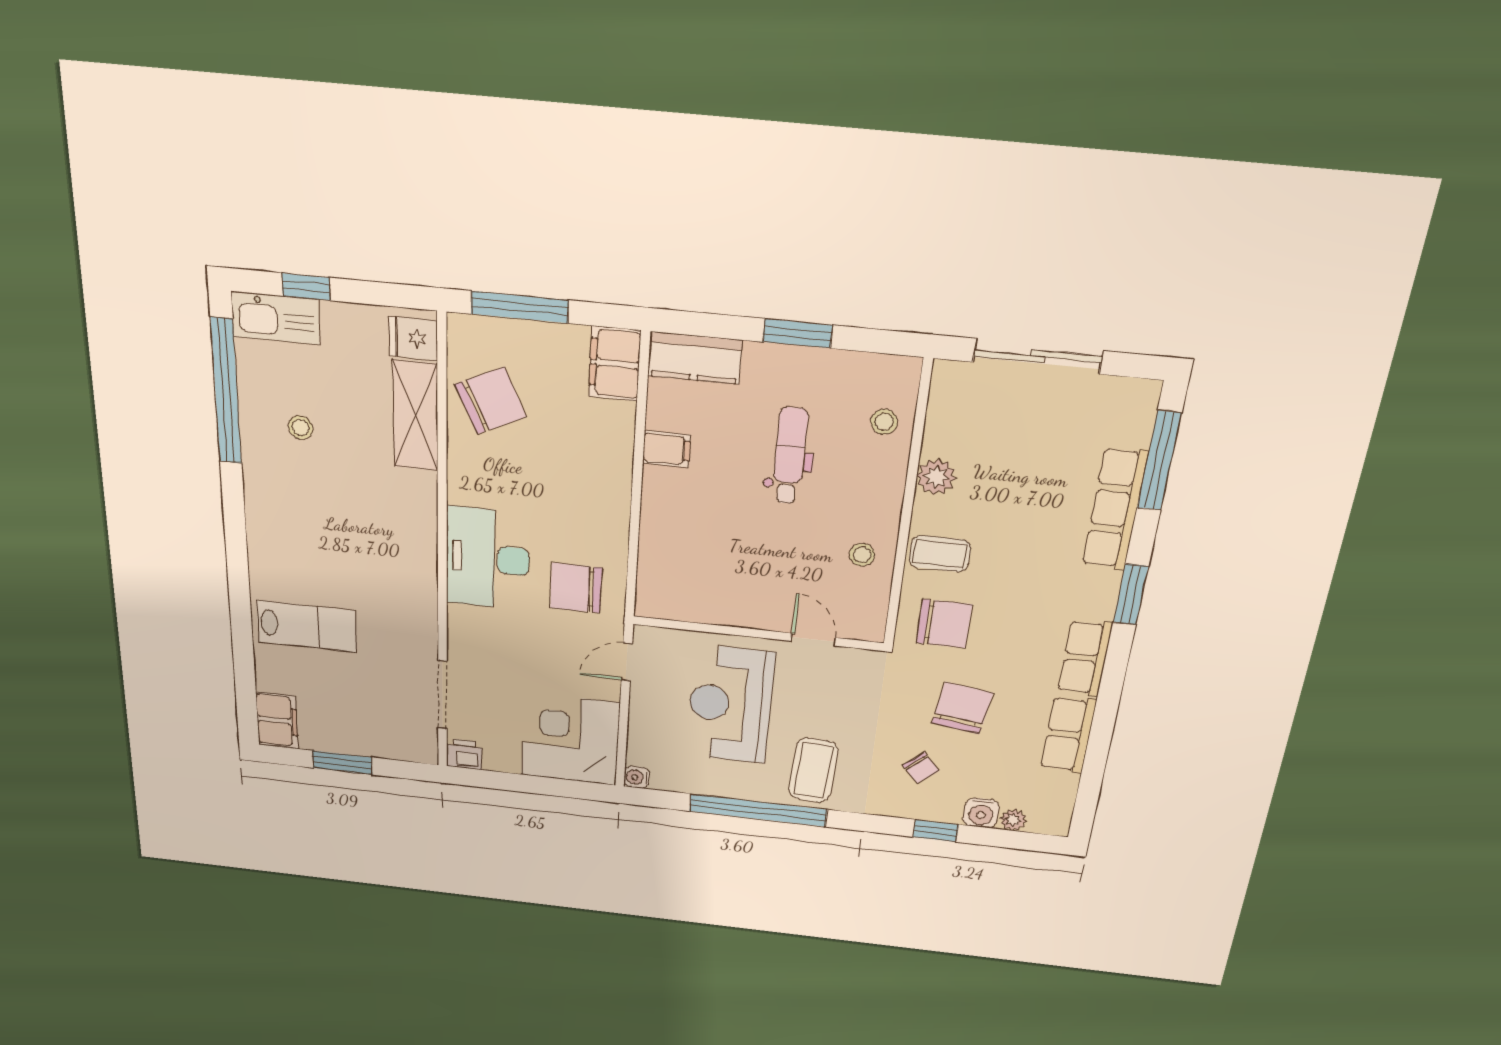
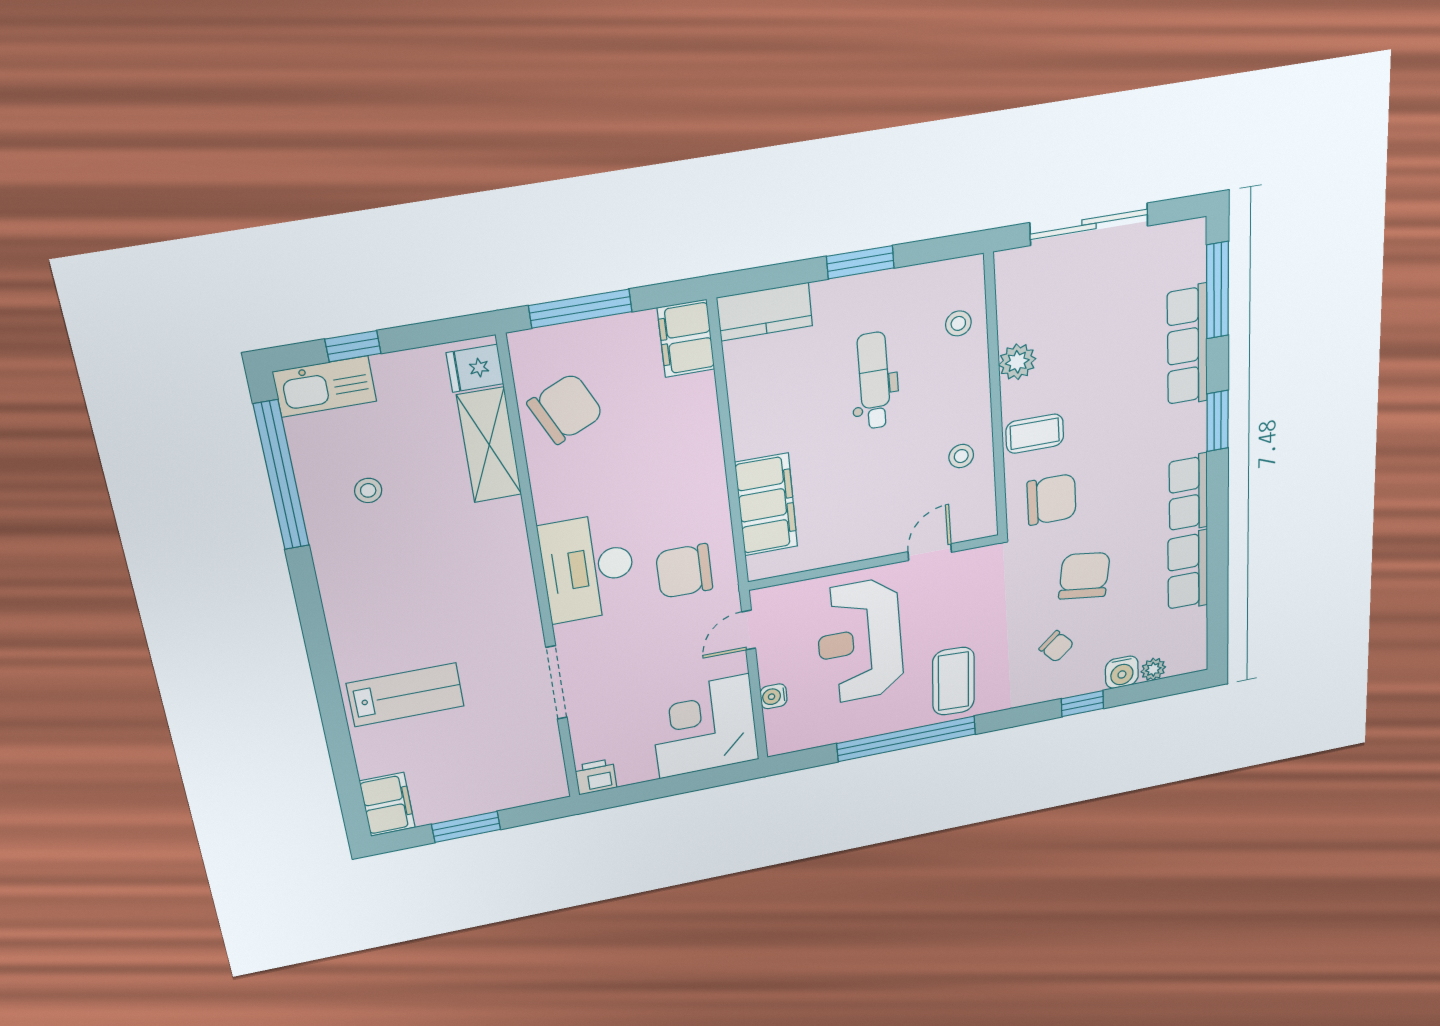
filing cabinet: (667, 449) -> (766, 505), moved, width x3.00, depth x1.17
door: (813, 639) -> (930, 552), hinge flipped
doorway: (442, 695) -> (557, 683), moved
water cooler: (637, 777) -> (774, 696), moved

